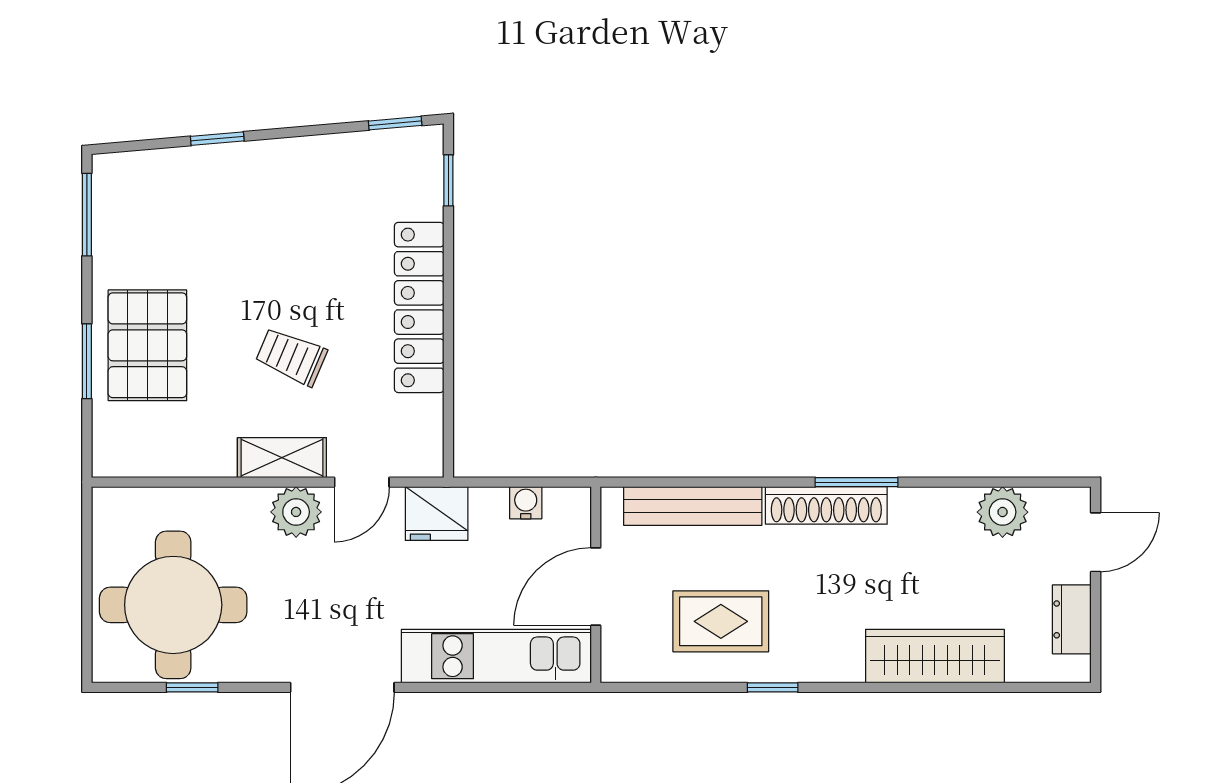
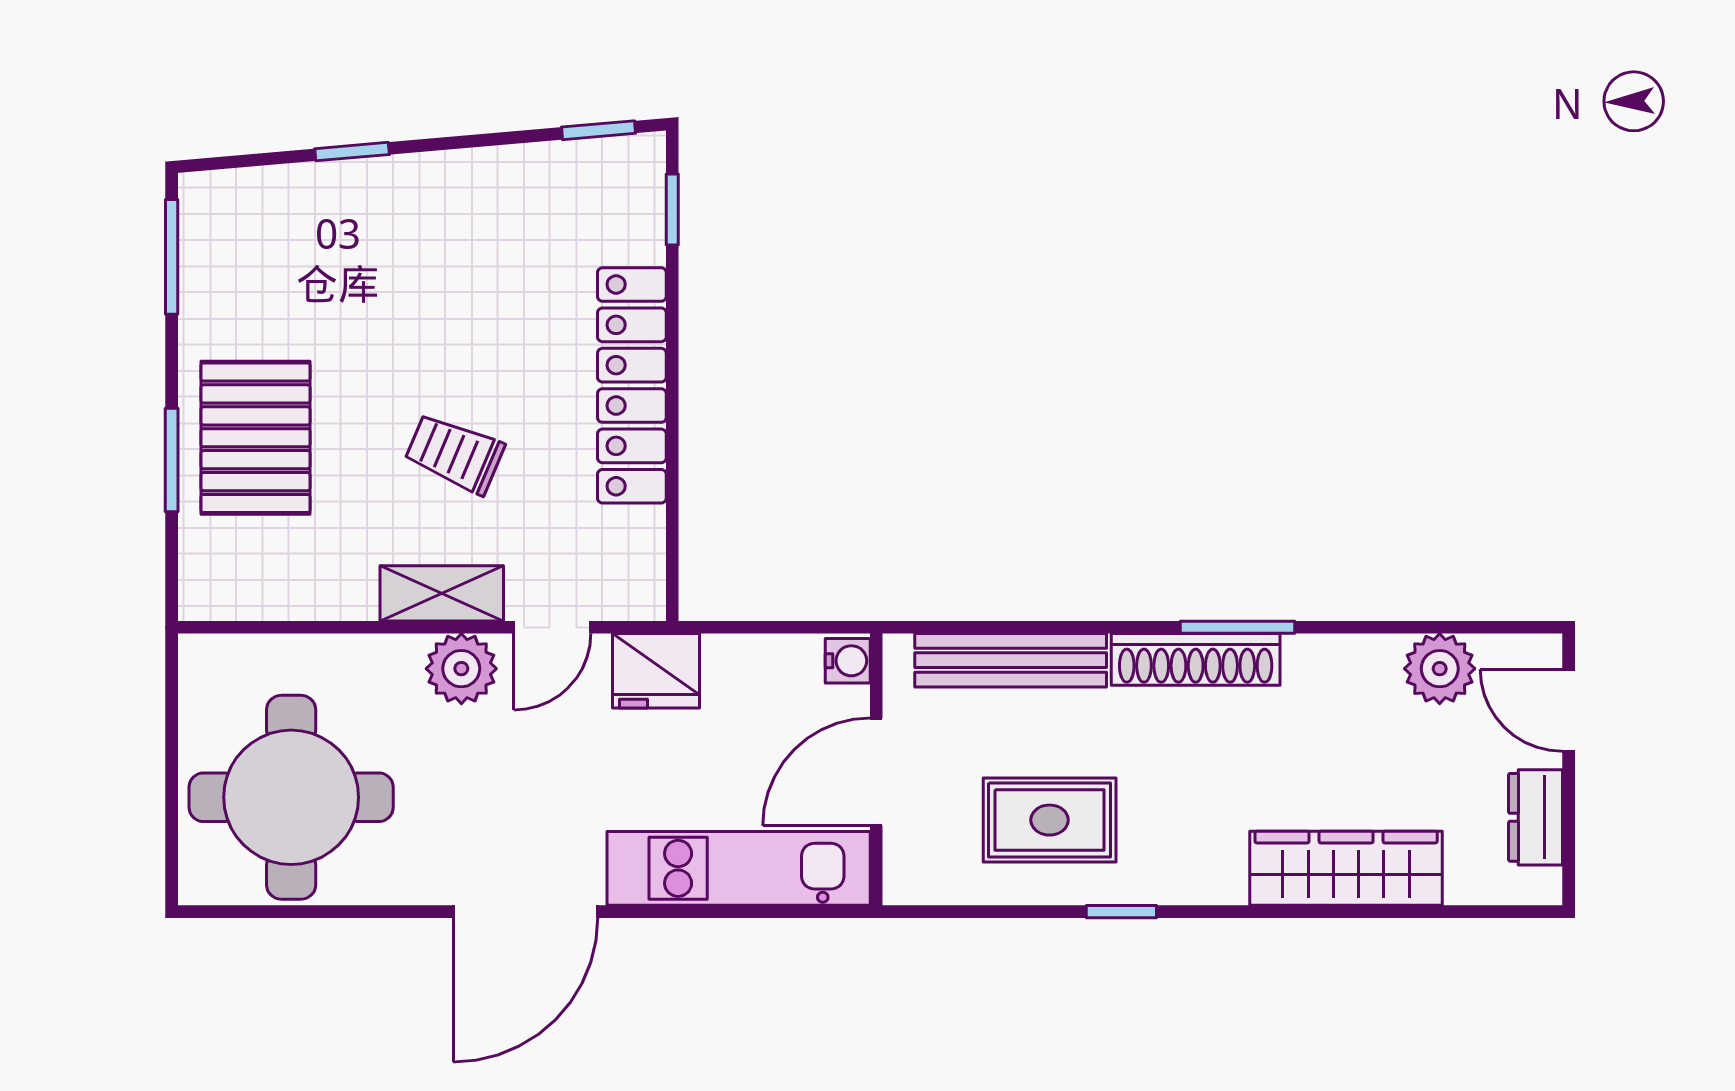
water cooler: (526, 503) -> (848, 661), moved, turned 90
door: (1096, 542) -> (1569, 710), swing flipped
window: (192, 687) -> (317, 912), removed

